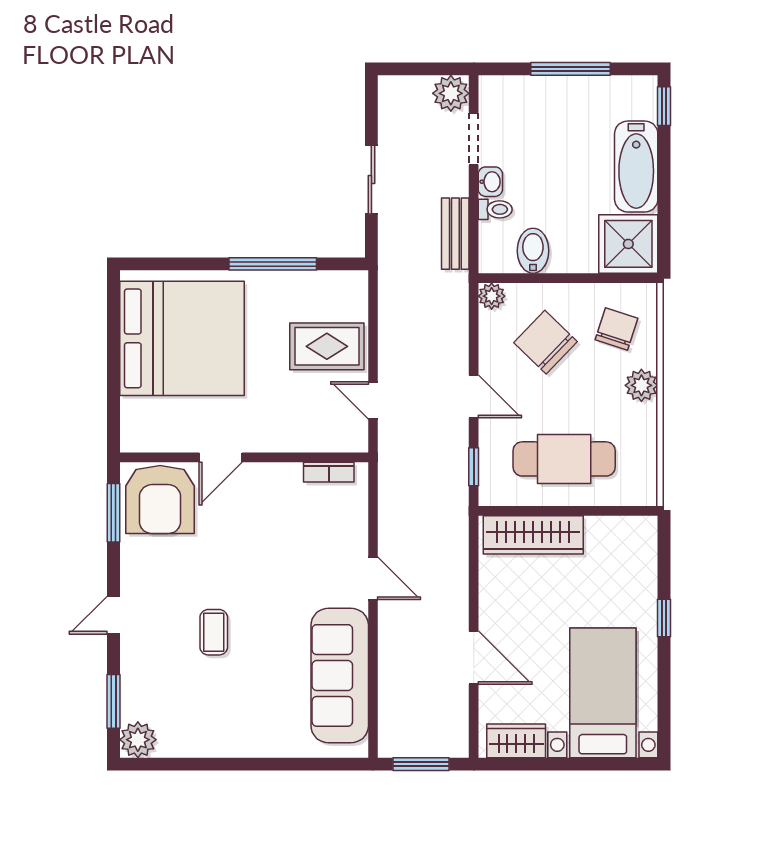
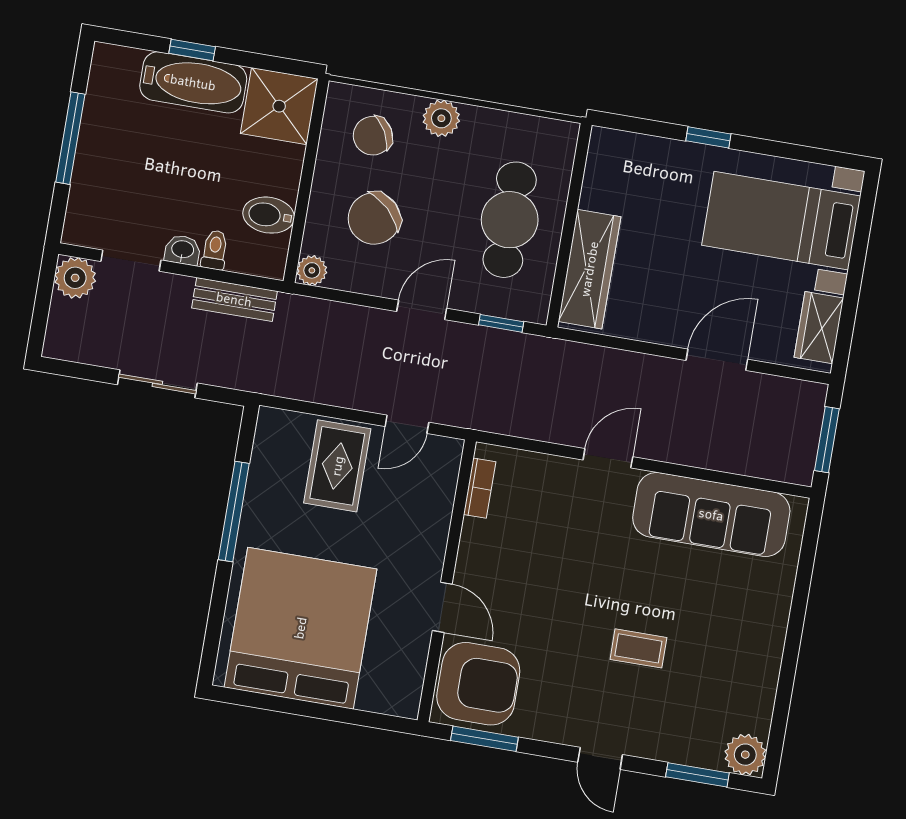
window: (664, 106) -> (192, 50), moved
chair: (617, 329) -> (373, 136), turned -47

